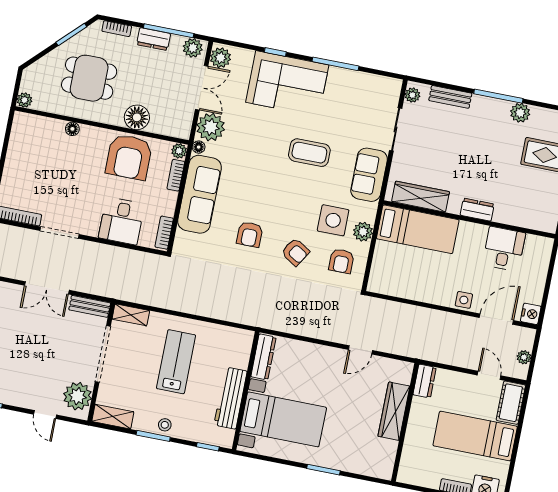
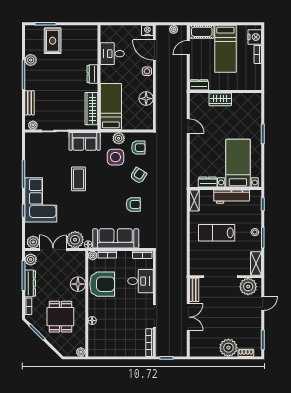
dresser: (154, 39) -> (30, 283), width x1.44
floor lamp: (419, 290) -> (146, 99), added
shelving: (131, 315) -> (194, 200), moved
dresser: (263, 357) -> (208, 182), width x0.70
wardrobe: (394, 411) -> (220, 99), width x0.67

